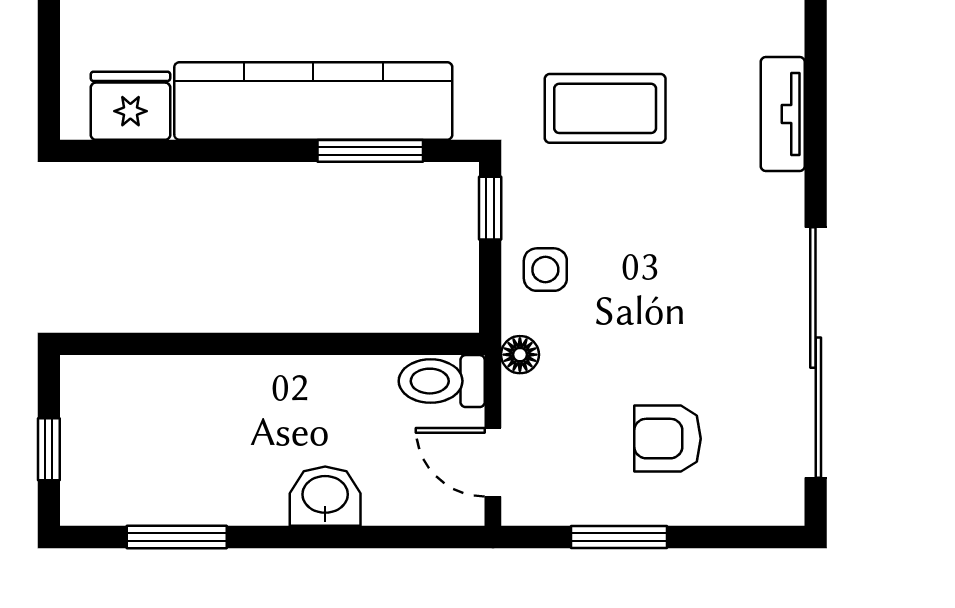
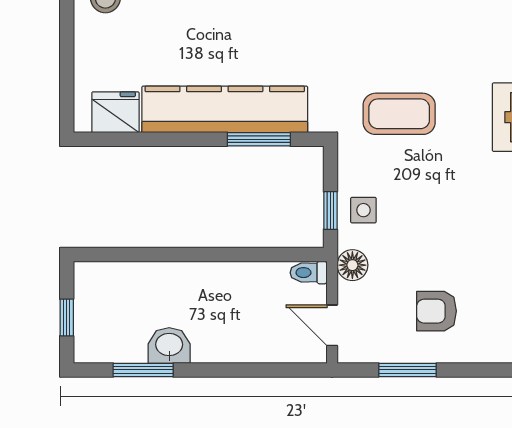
window: (490, 208) -> (330, 211), moved
floor lamp: (520, 355) -> (352, 265), width x1.37, depth x1.37
toilet: (442, 381) -> (309, 273), width x0.73, depth x0.72
washbasin: (325, 496) -> (169, 346), moved

